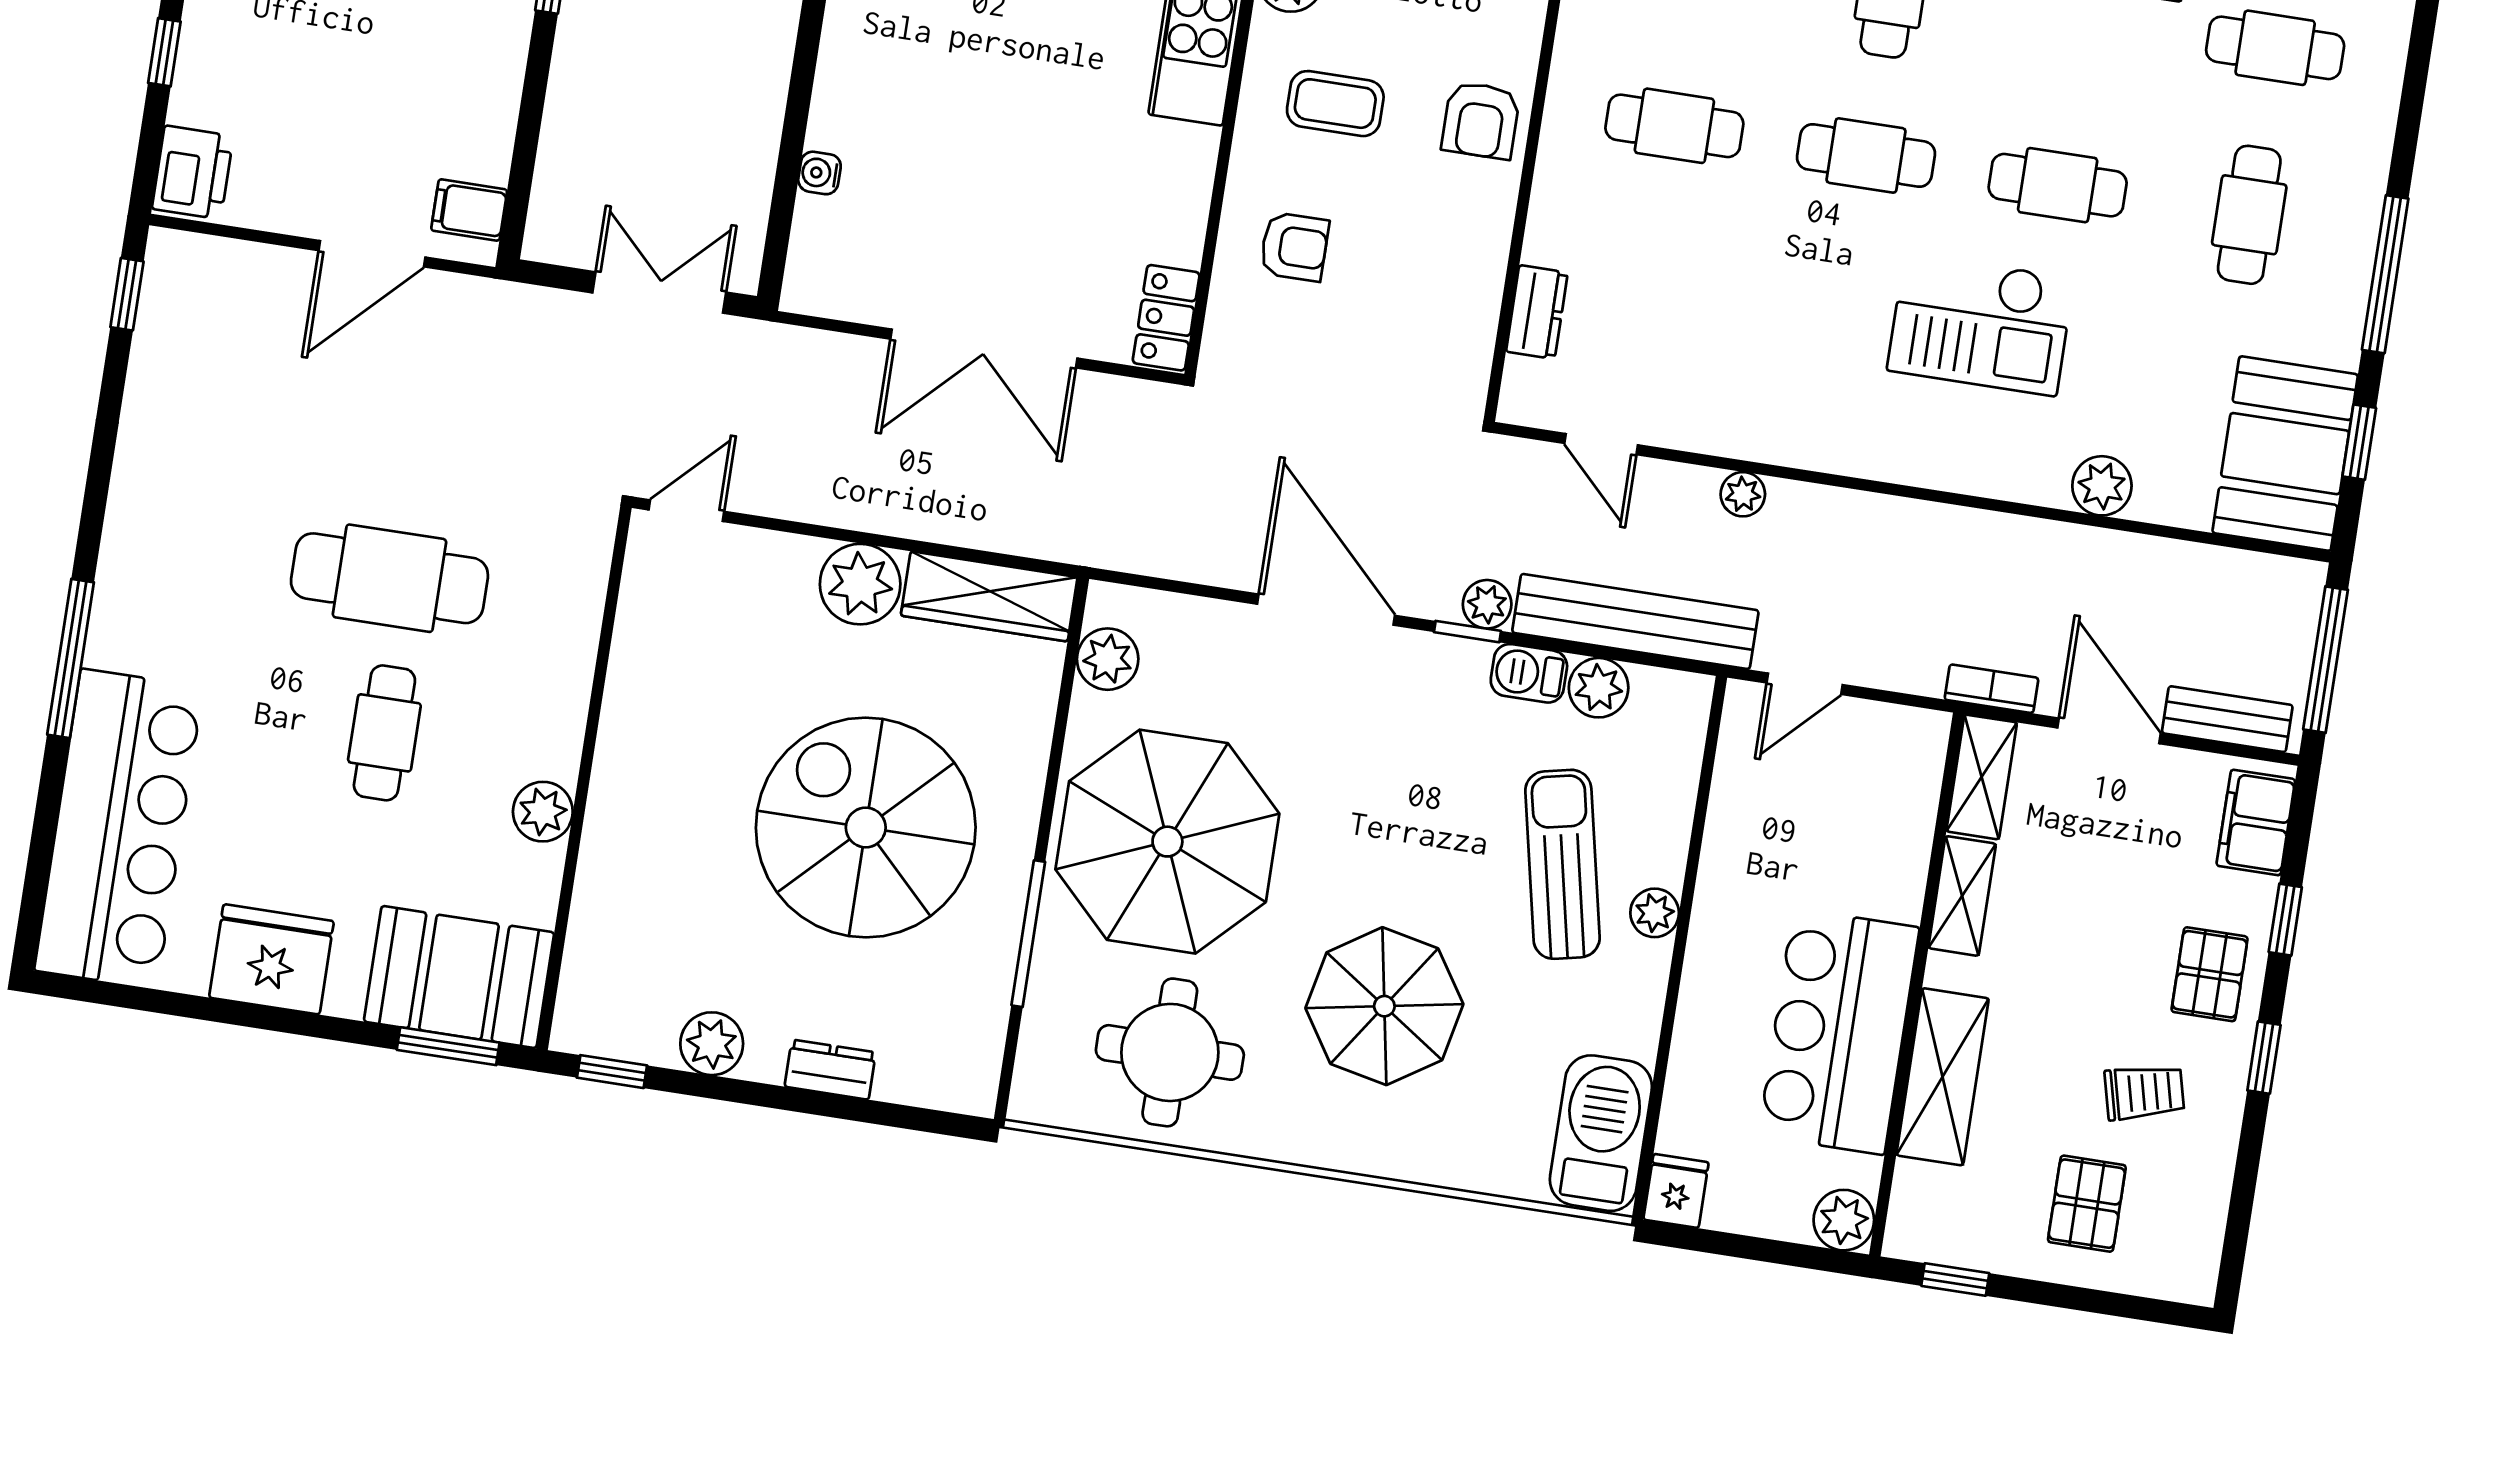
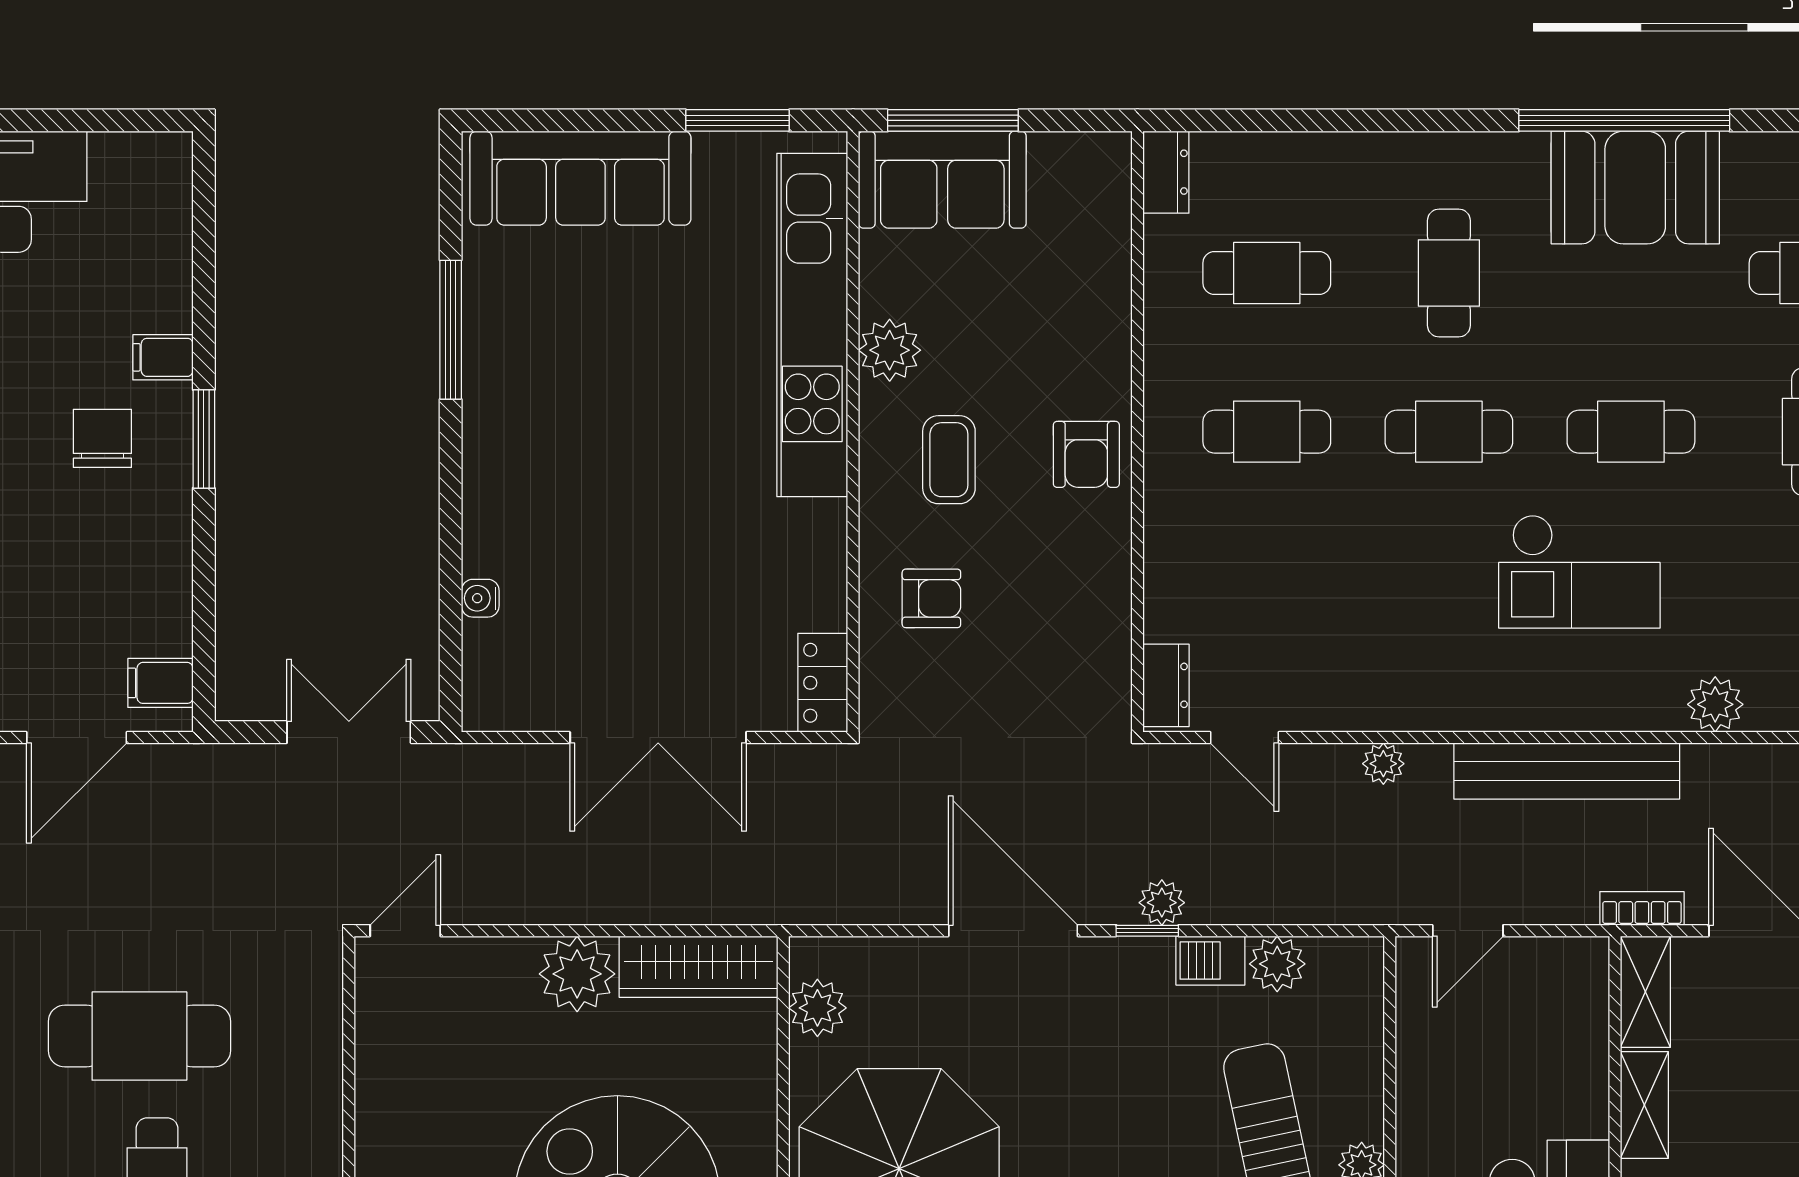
coffee table: (1335, 104) -> (949, 460), turned 90
dresser: (1537, 312) -> (1166, 685), moved
bench: (1635, 621) -> (1567, 771), moved

